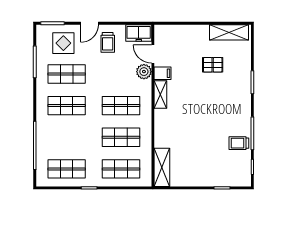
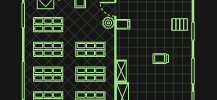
pallet: (213, 65) -> (180, 25), moved
shelving: (160, 94) -> (121, 71), moved
shop shelf: (67, 137) -> (48, 74), added
trolley: (239, 143) -> (161, 59), moved

